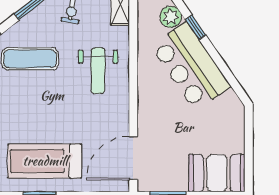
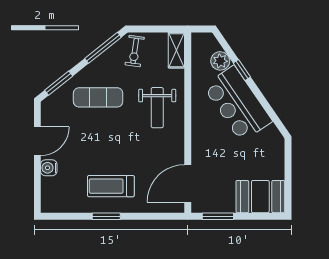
treadmill: (45, 161) -> (111, 186), width x0.73, depth x0.73

